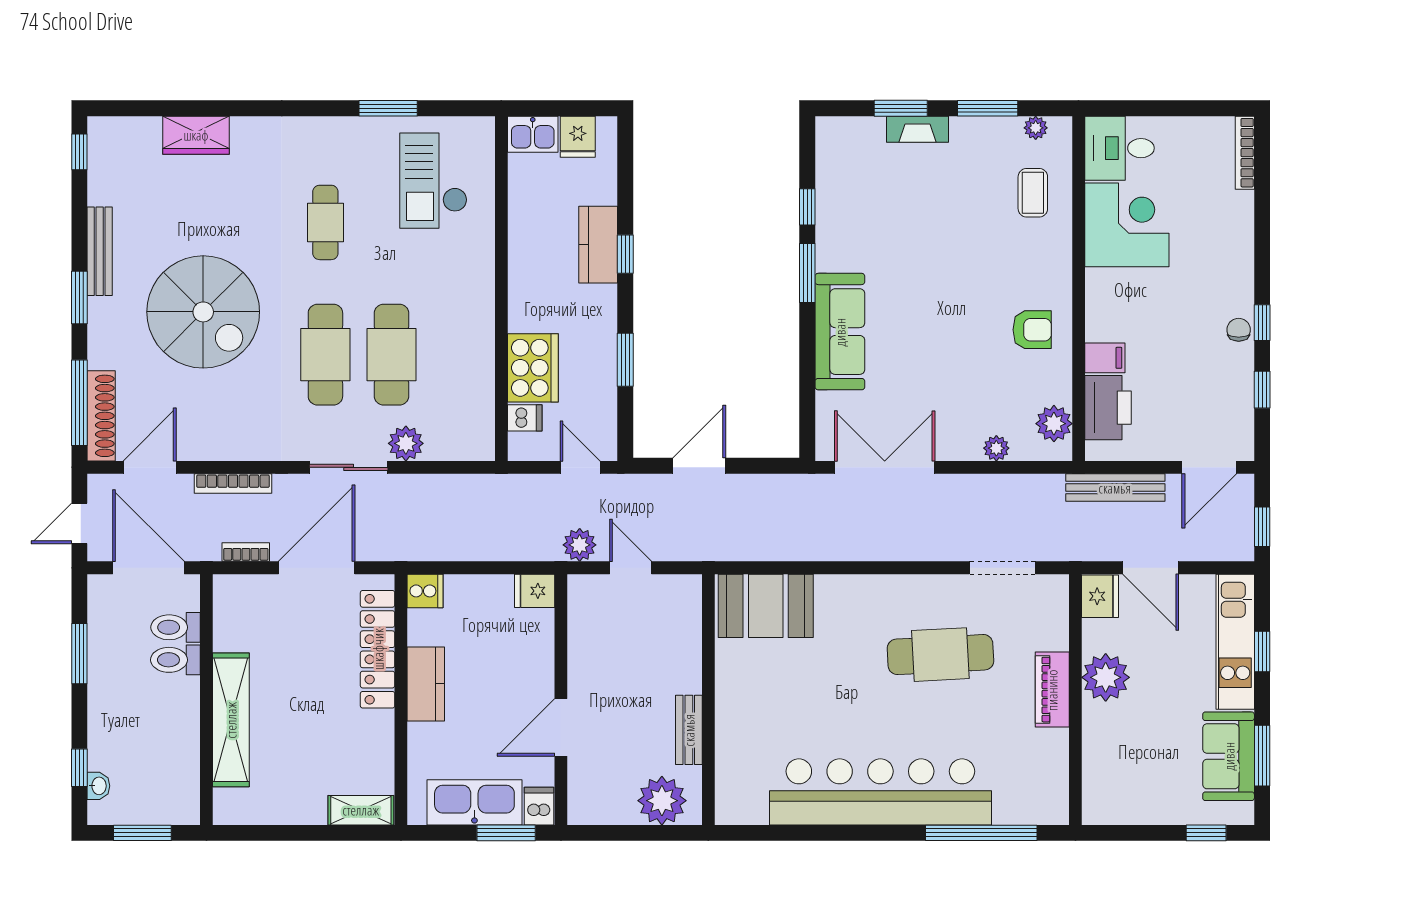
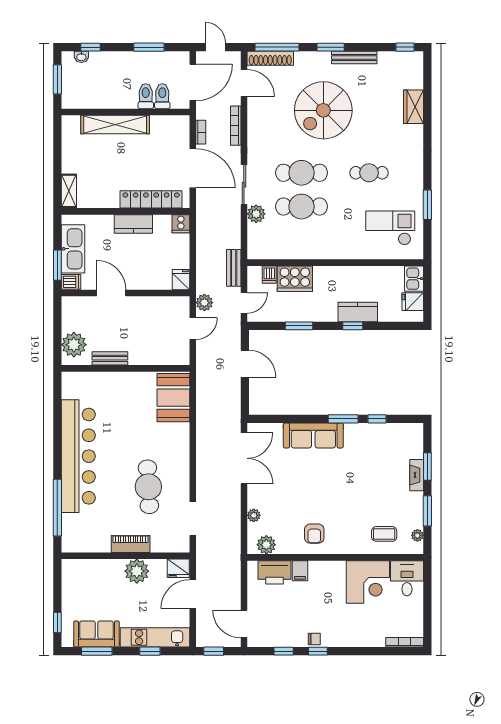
bench: (1115, 488) -> (234, 268), moved, width x0.73

